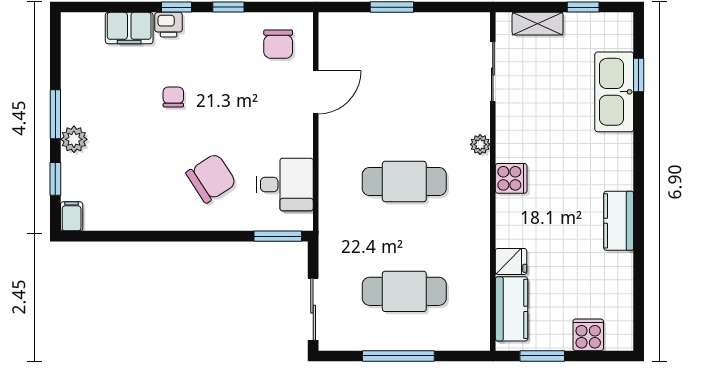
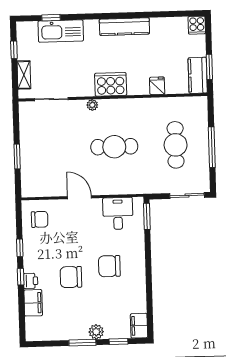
door: (316, 92) -> (79, 197), moved
chair: (173, 97) -> (71, 277), width x1.87, depth x1.87
chair: (211, 178) -> (109, 266), moved, turned -57
cooker: (511, 178) -> (111, 84), width x1.87, depth x1.31
cafe table: (404, 182) -> (114, 147), turned 90
filing cabinet: (72, 216) -> (139, 326), width x2.00
kitchen counter: (619, 221) -> (124, 27), width x1.50
kitchen counter: (512, 309) -> (198, 75), moved, turned -90
cooker: (588, 335) -> (197, 25), moved, turned -90

